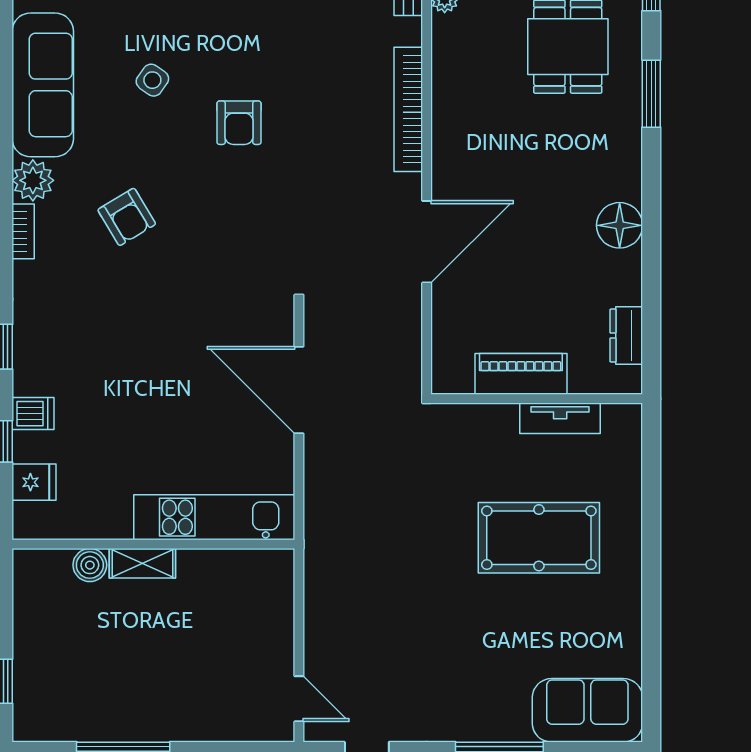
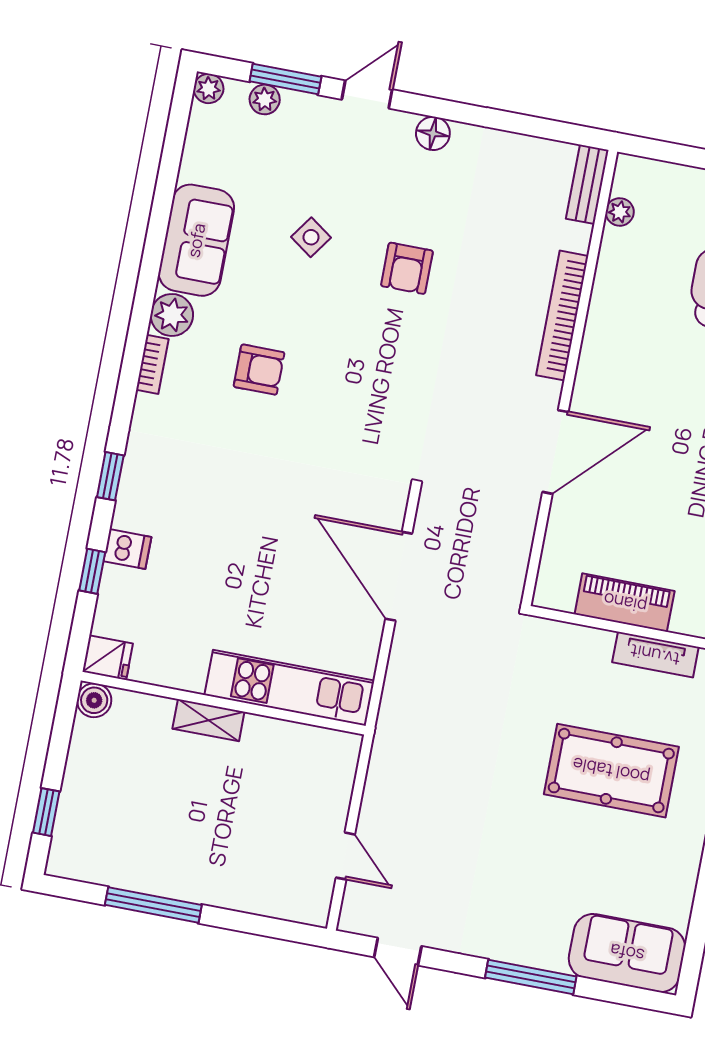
sofa: (43, 85) -> (196, 240), width x0.73
armchair: (239, 123) -> (407, 268), moved
armchair: (127, 217) -> (259, 370), turned -59
fridge: (34, 482) -> (108, 658), moved
boiler: (90, 565) -> (94, 700), moved
door: (299, 699) -> (345, 856), moved

